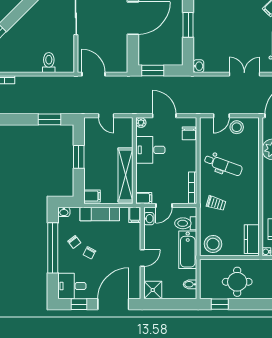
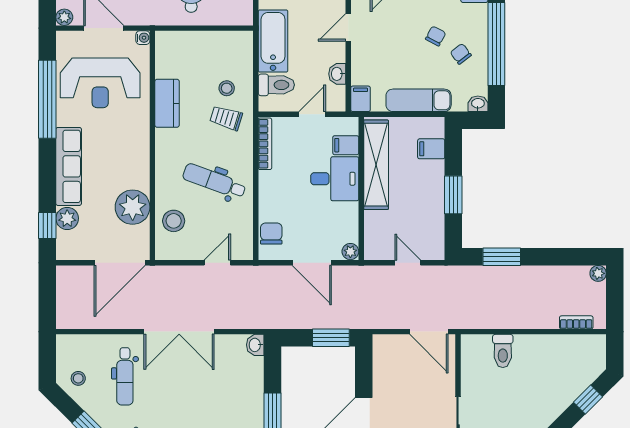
double door: (244, 74) -> (179, 332), width x1.37
stool: (237, 127) -> (174, 221), moved
desk: (150, 150) -> (335, 179), moved
filing cabinet: (92, 196) -> (431, 149), moved
filing cabinet: (144, 198) -> (346, 145), moved
washbasin: (149, 219) -> (337, 74), moved
kitchen counter: (252, 239) -> (167, 103), moved
stool: (213, 244) -> (227, 88), moved, width x0.53, depth x0.53

